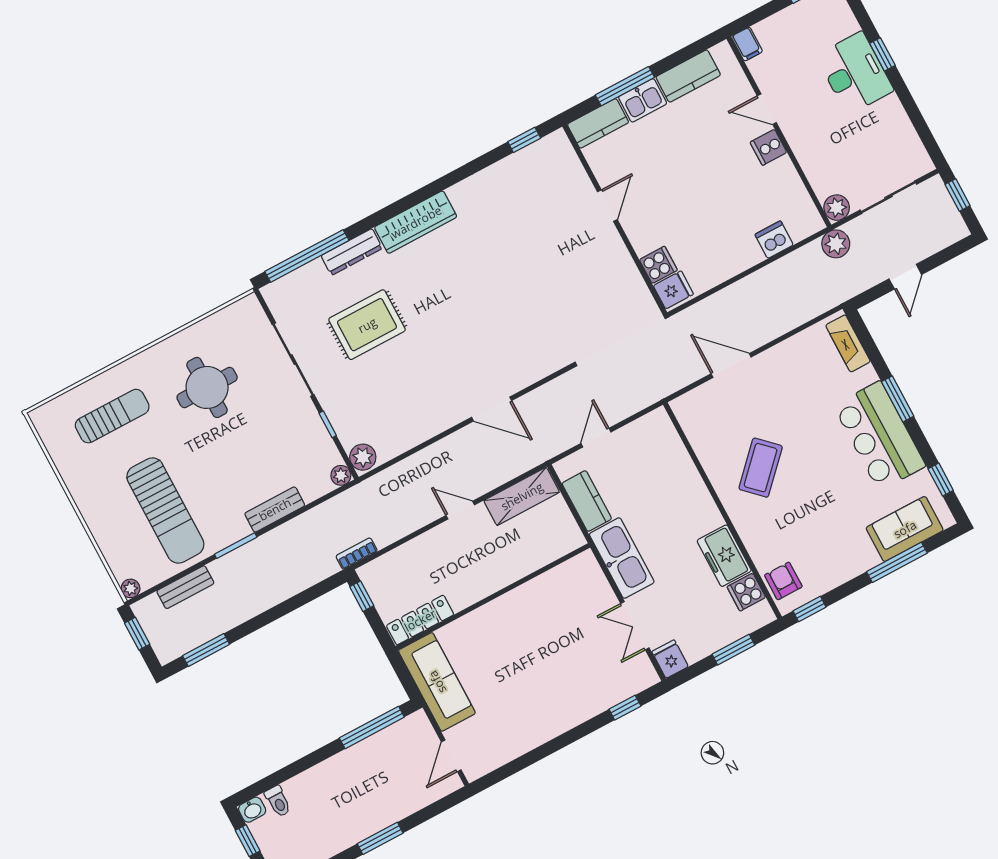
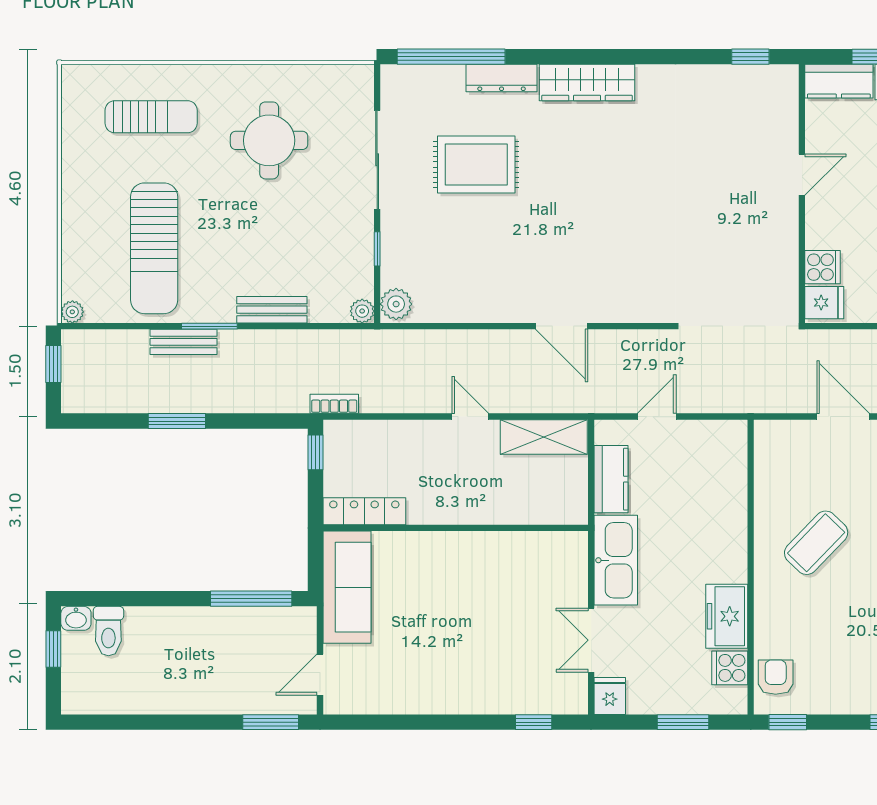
bench: (185, 587) -> (183, 342), moved
window: (206, 650) -> (177, 421), moved
toilet: (278, 801) -> (108, 631), width x1.37, depth x1.39
window: (380, 838) -> (271, 722), moved

